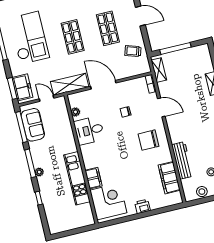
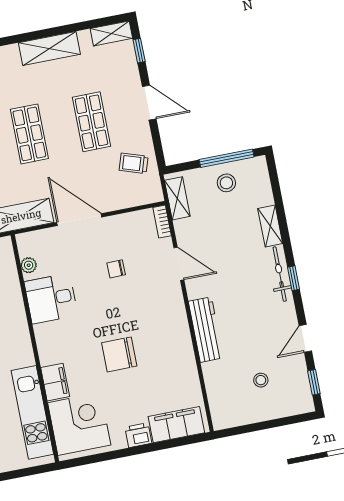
window: (175, 48) -> (227, 158), moved
chair: (148, 140) -> (119, 354), moved
workbench: (182, 160) -> (206, 330), moved
kitchen unit: (77, 178) -> (32, 412), moved
filing cabinet: (169, 178) -> (176, 425), moved, turned 90
stool: (202, 192) -> (226, 183), moved

